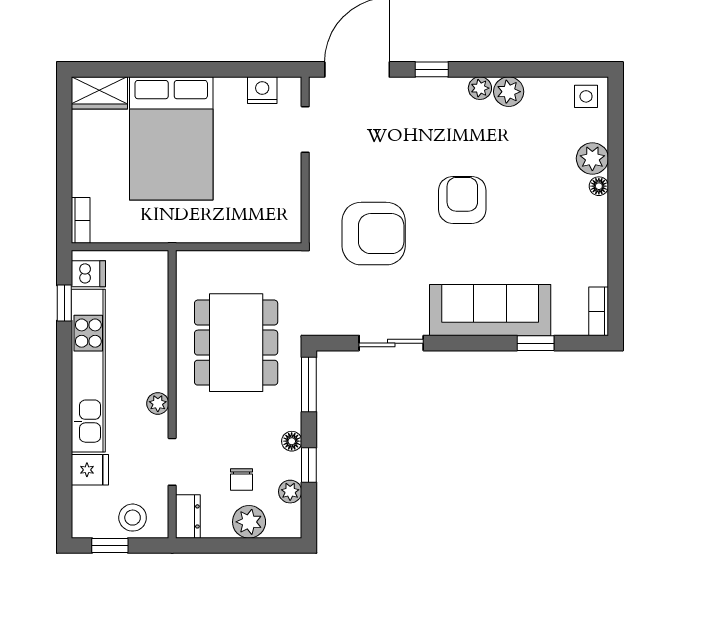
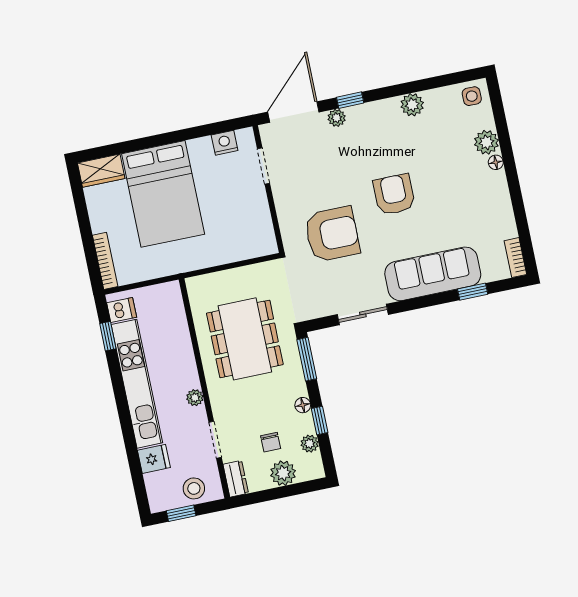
plant: (480, 88) -> (337, 118), moved
bookcase: (81, 220) -> (105, 261), width x1.56

